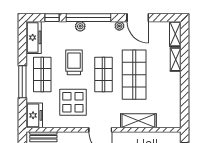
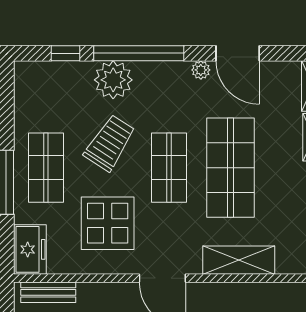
plant: (80, 26) -> (113, 80), width x1.88, depth x1.88
freezer: (34, 37) -> (29, 93), removed
trolley: (74, 62) -> (110, 143), turned 33

